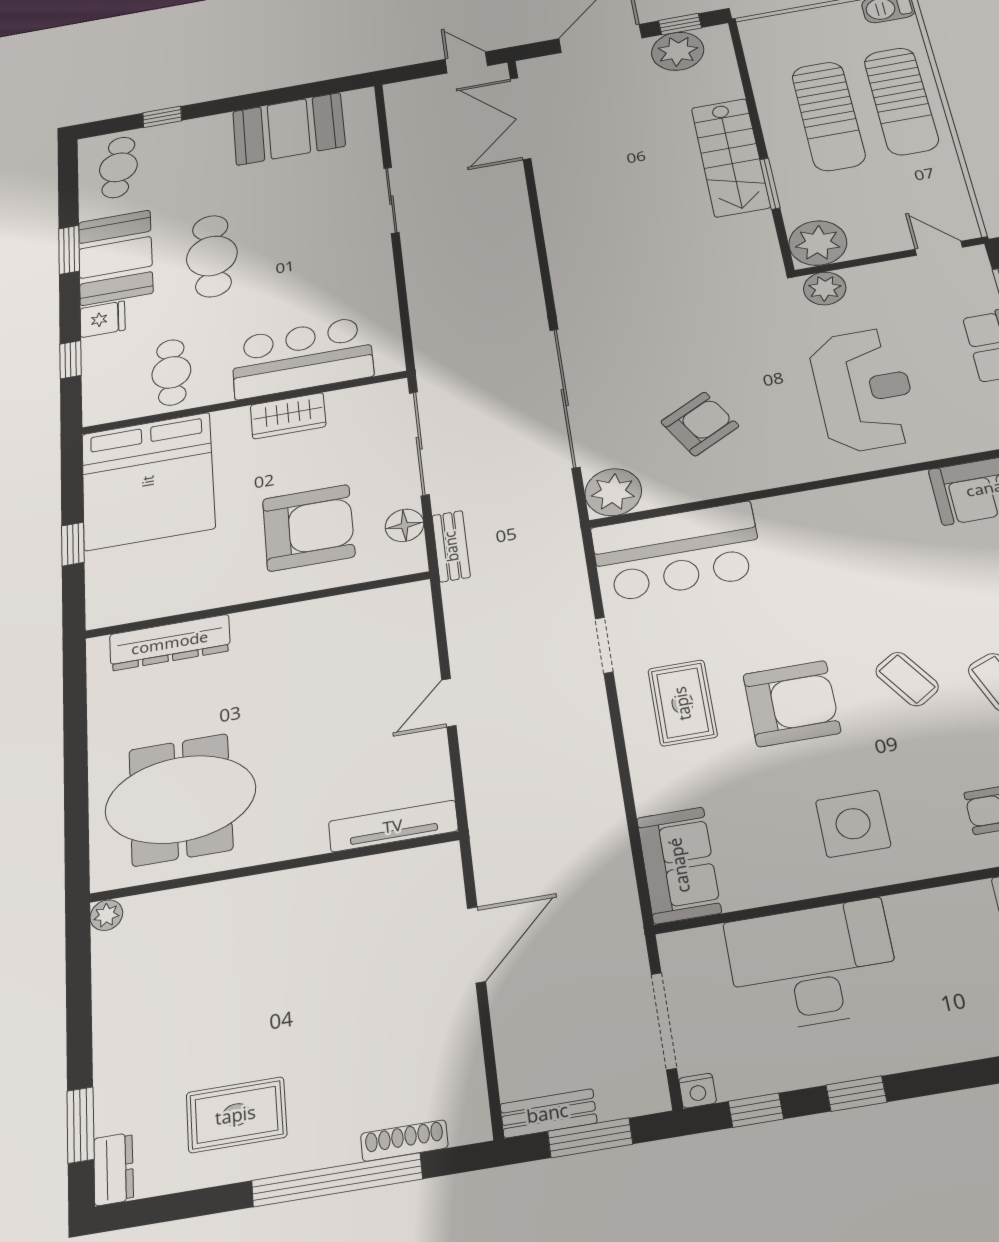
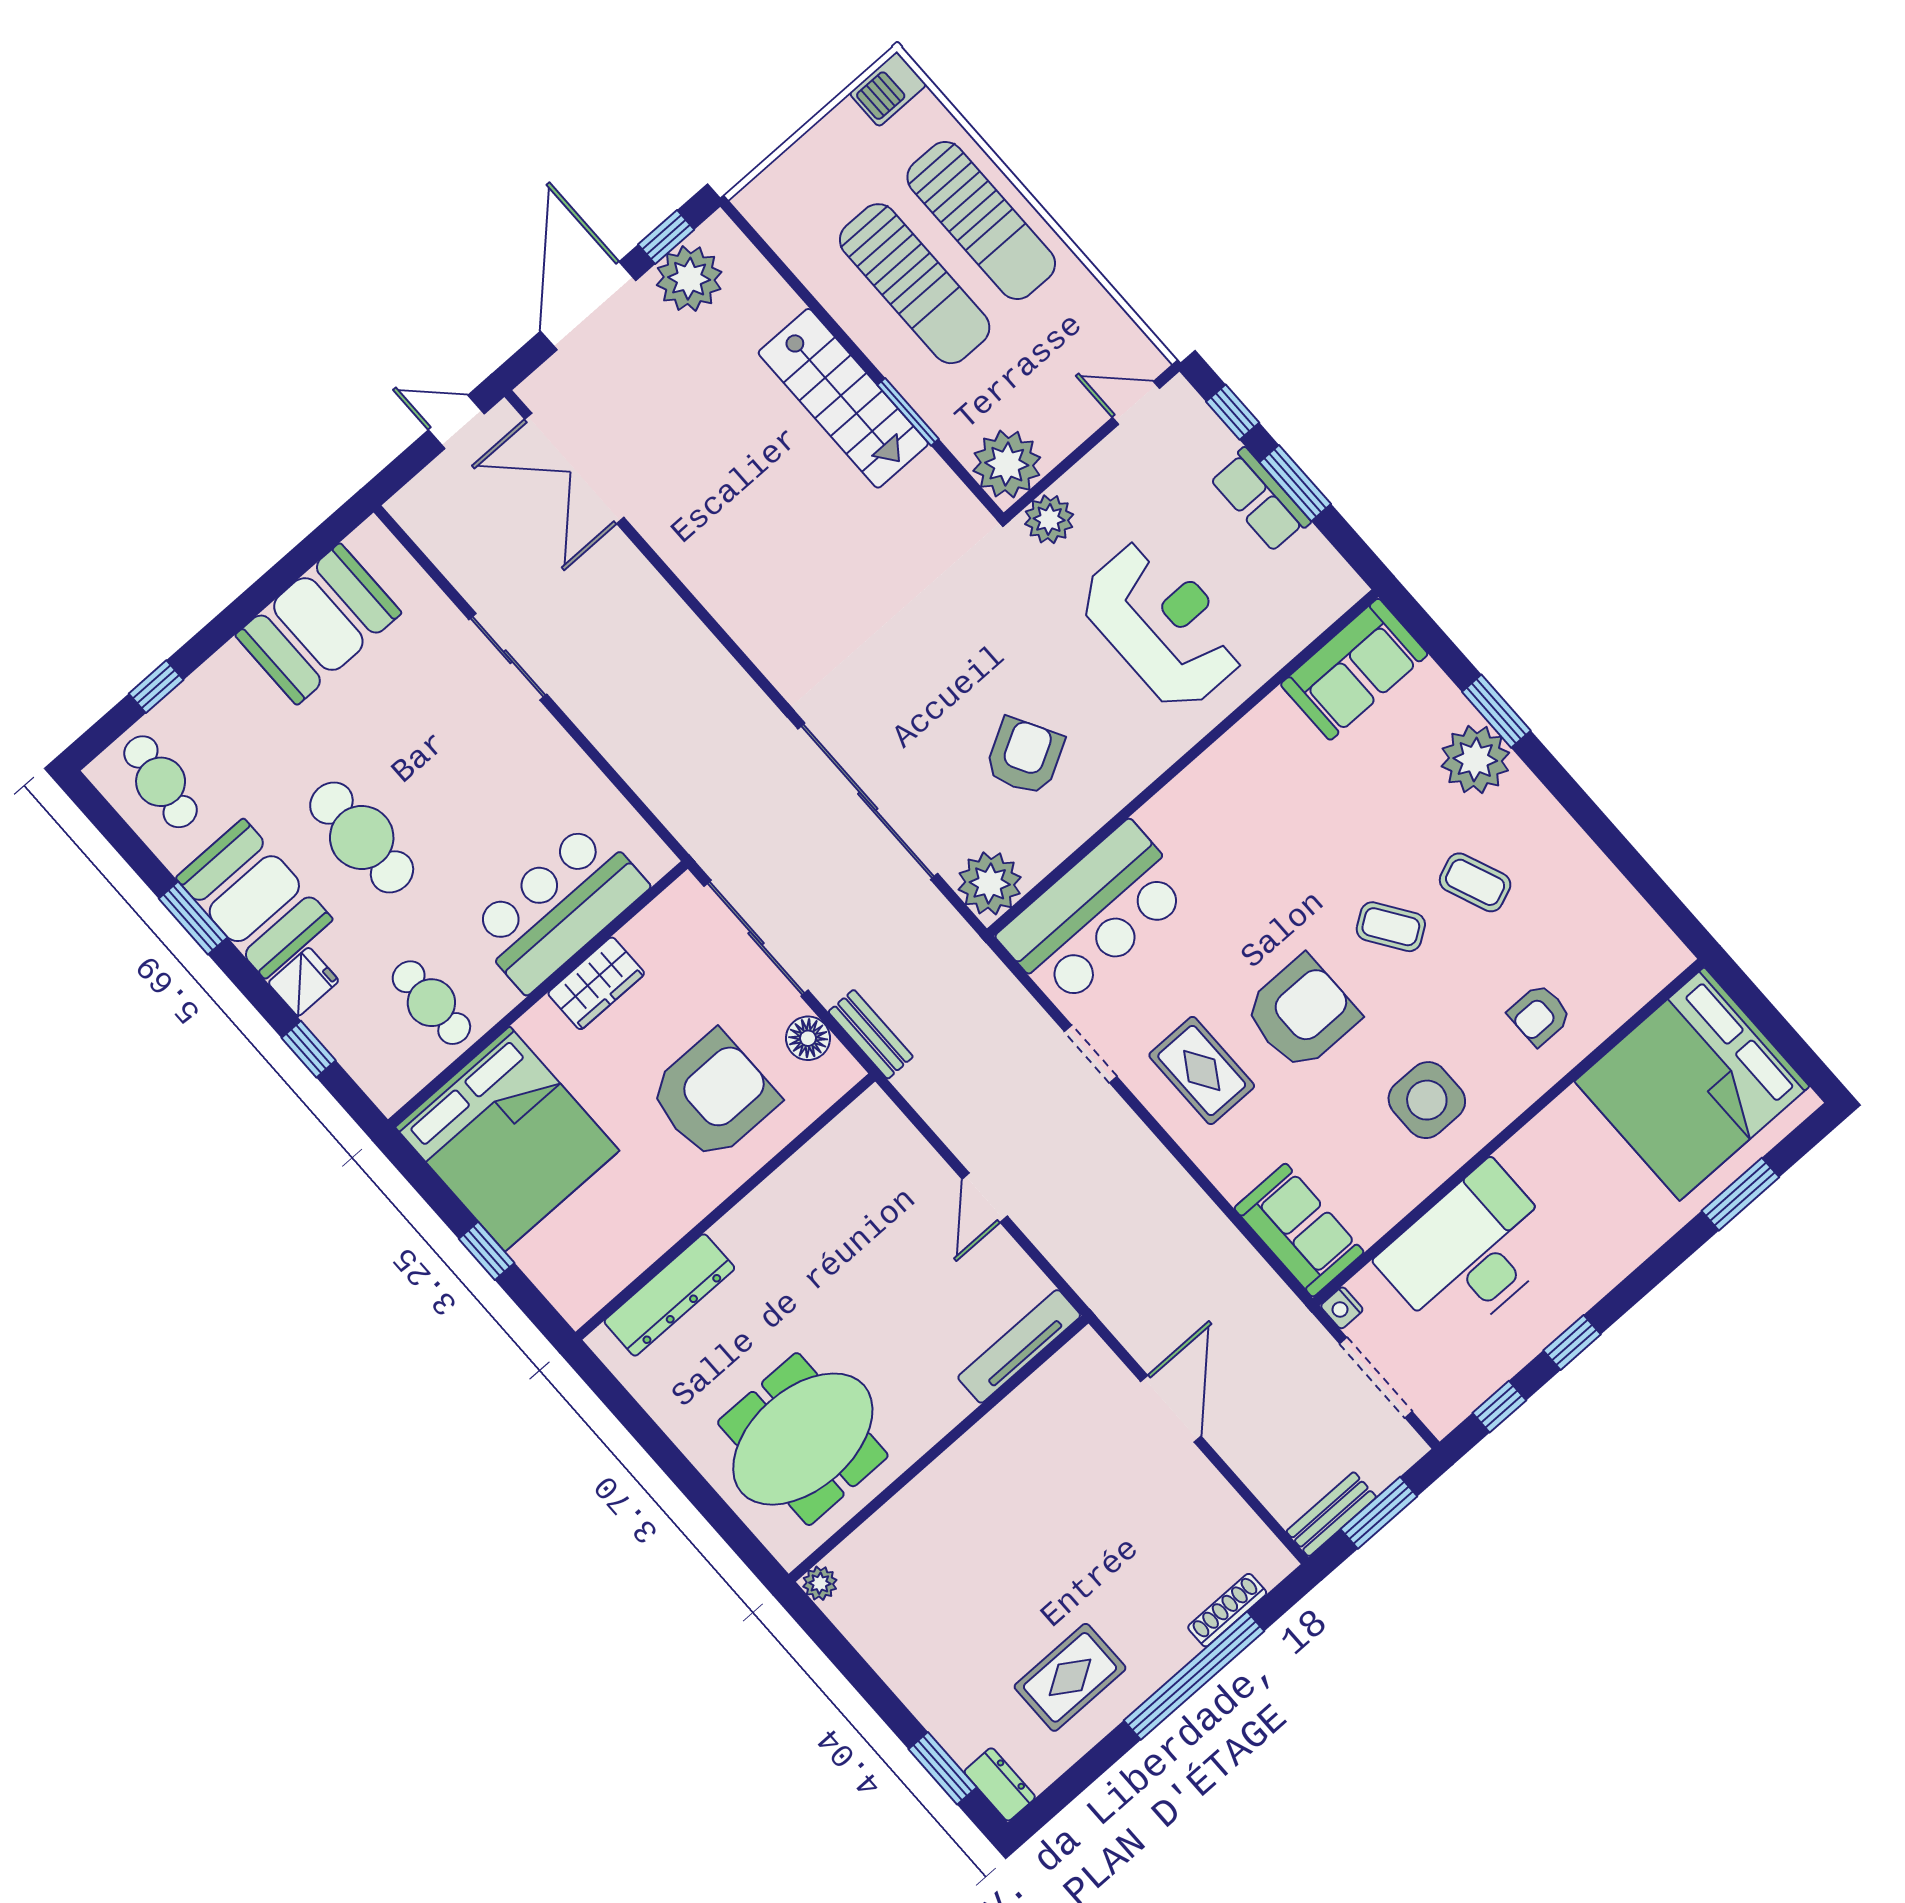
nightstand: (697, 1091) -> (1342, 1308), moved, turned 90

